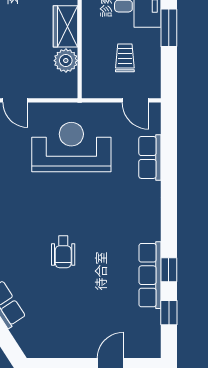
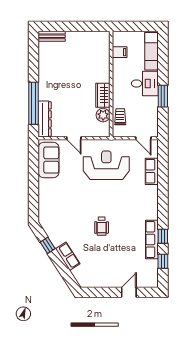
trolley: (125, 58) -> (120, 117), moved

